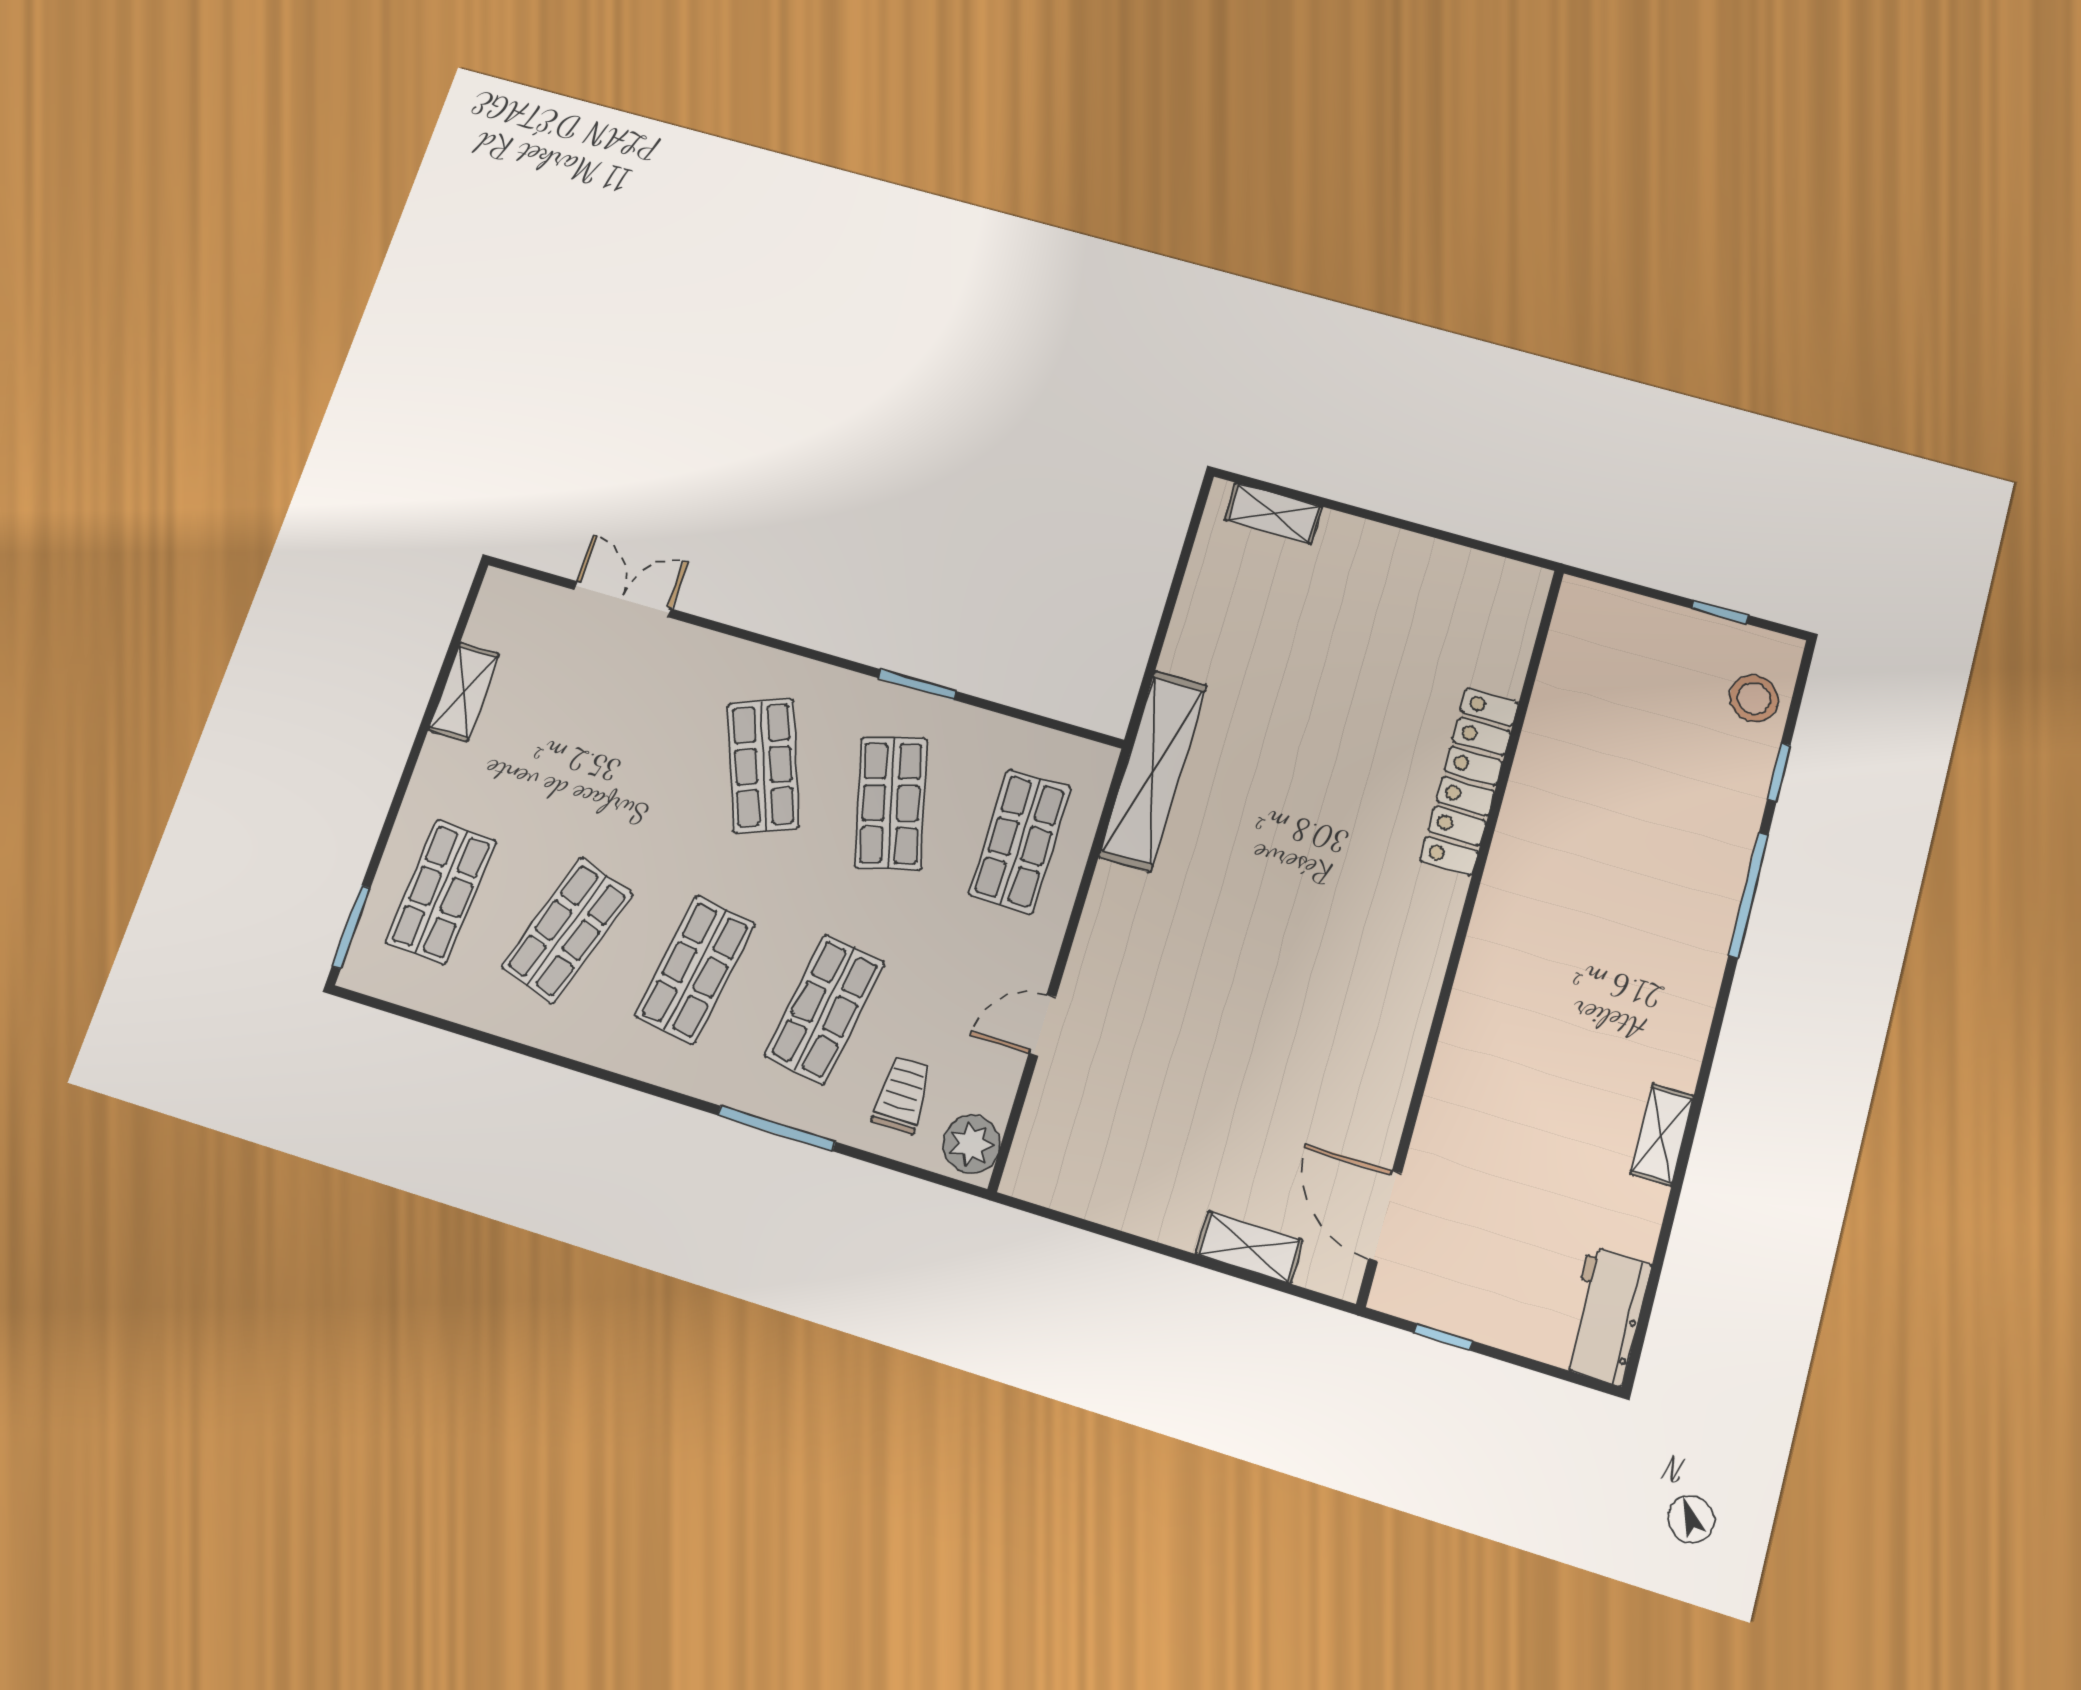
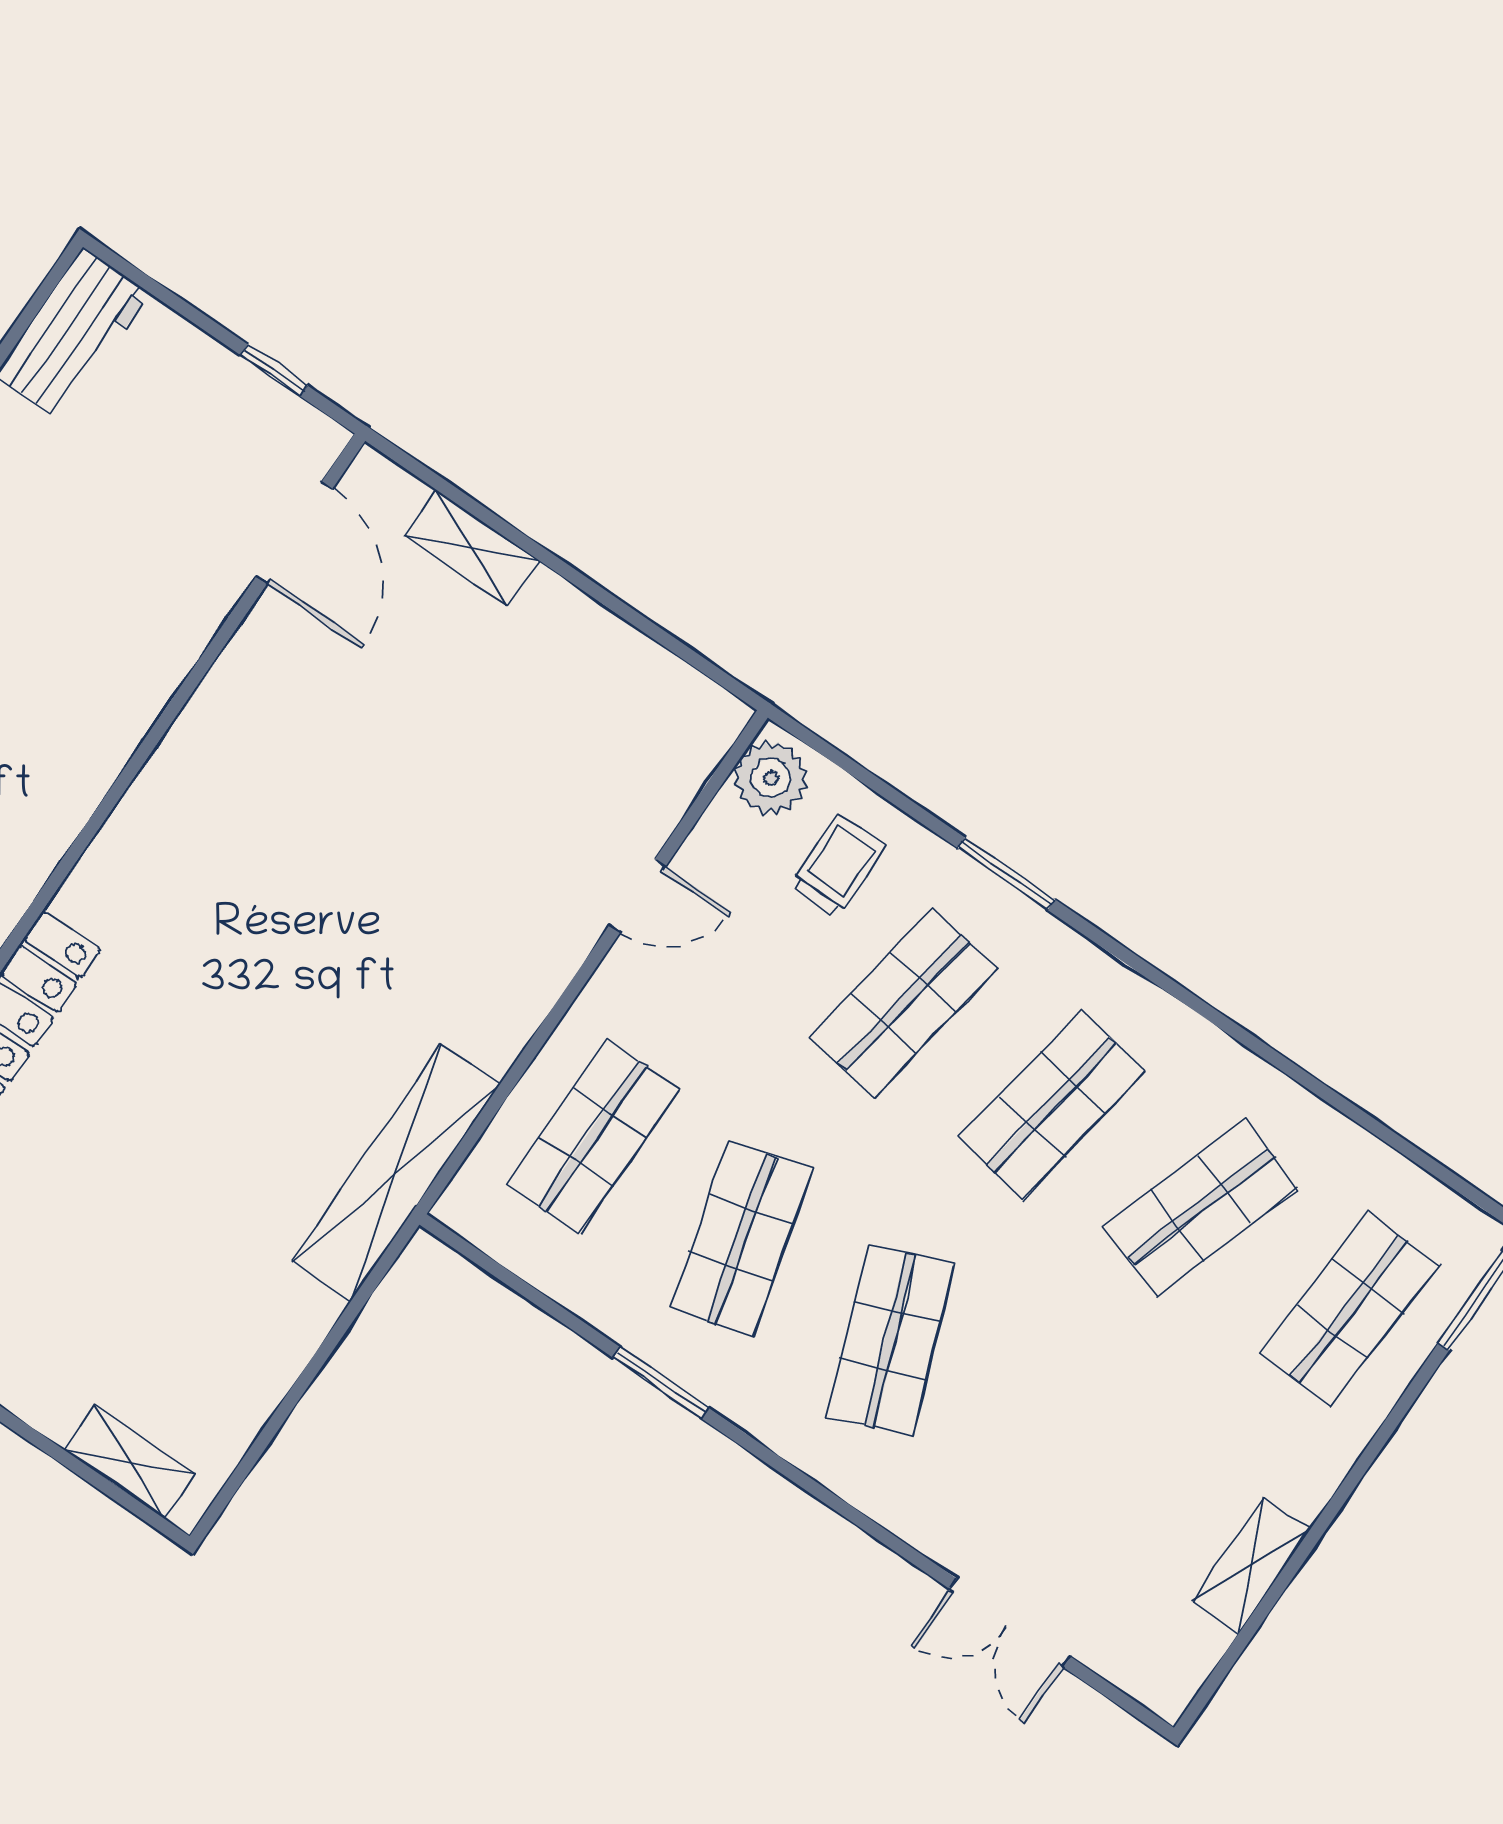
trolley: (902, 1094) -> (837, 866), turned 180
window: (776, 1128) -> (1006, 874), width x0.69

